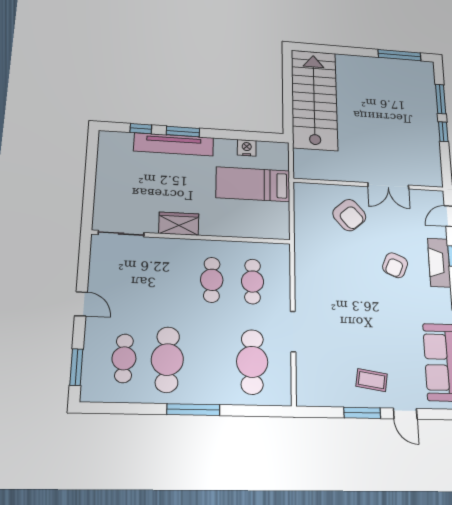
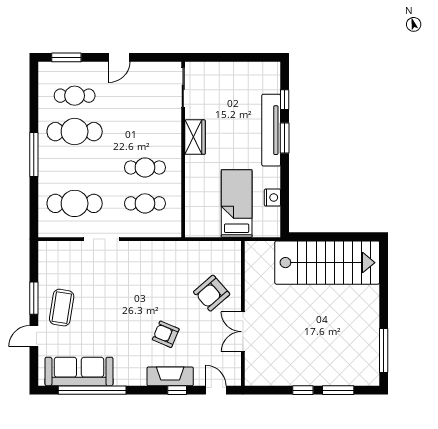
coffee table: (372, 380) -> (62, 308), width x1.36, depth x1.30

